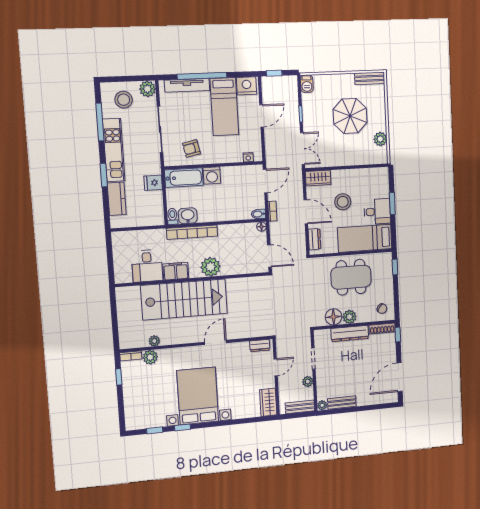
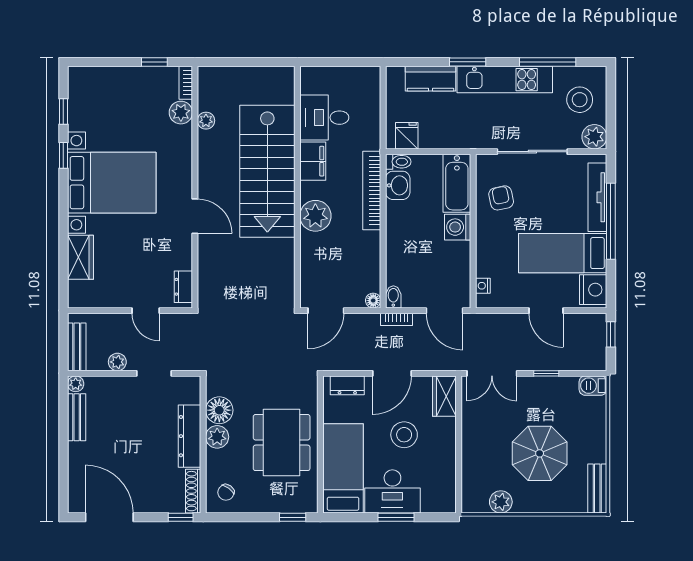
fridge: (153, 183) -> (407, 136), moved
desk: (377, 211) -> (392, 491), width x1.37
wardrobe: (268, 402) -> (80, 257), moved, turned 90

